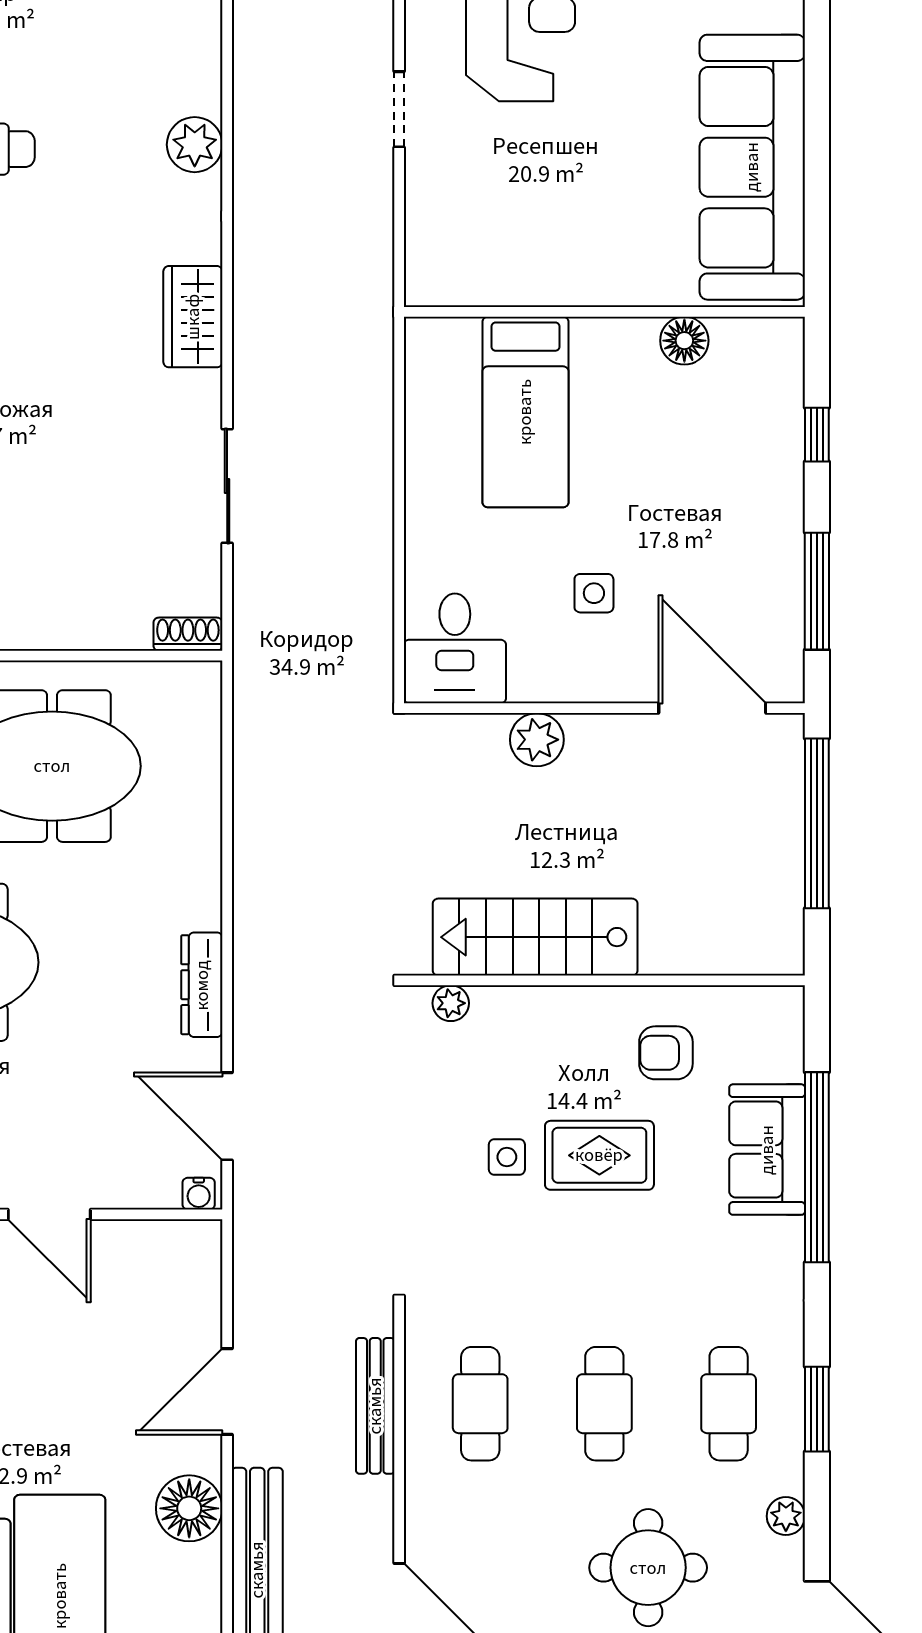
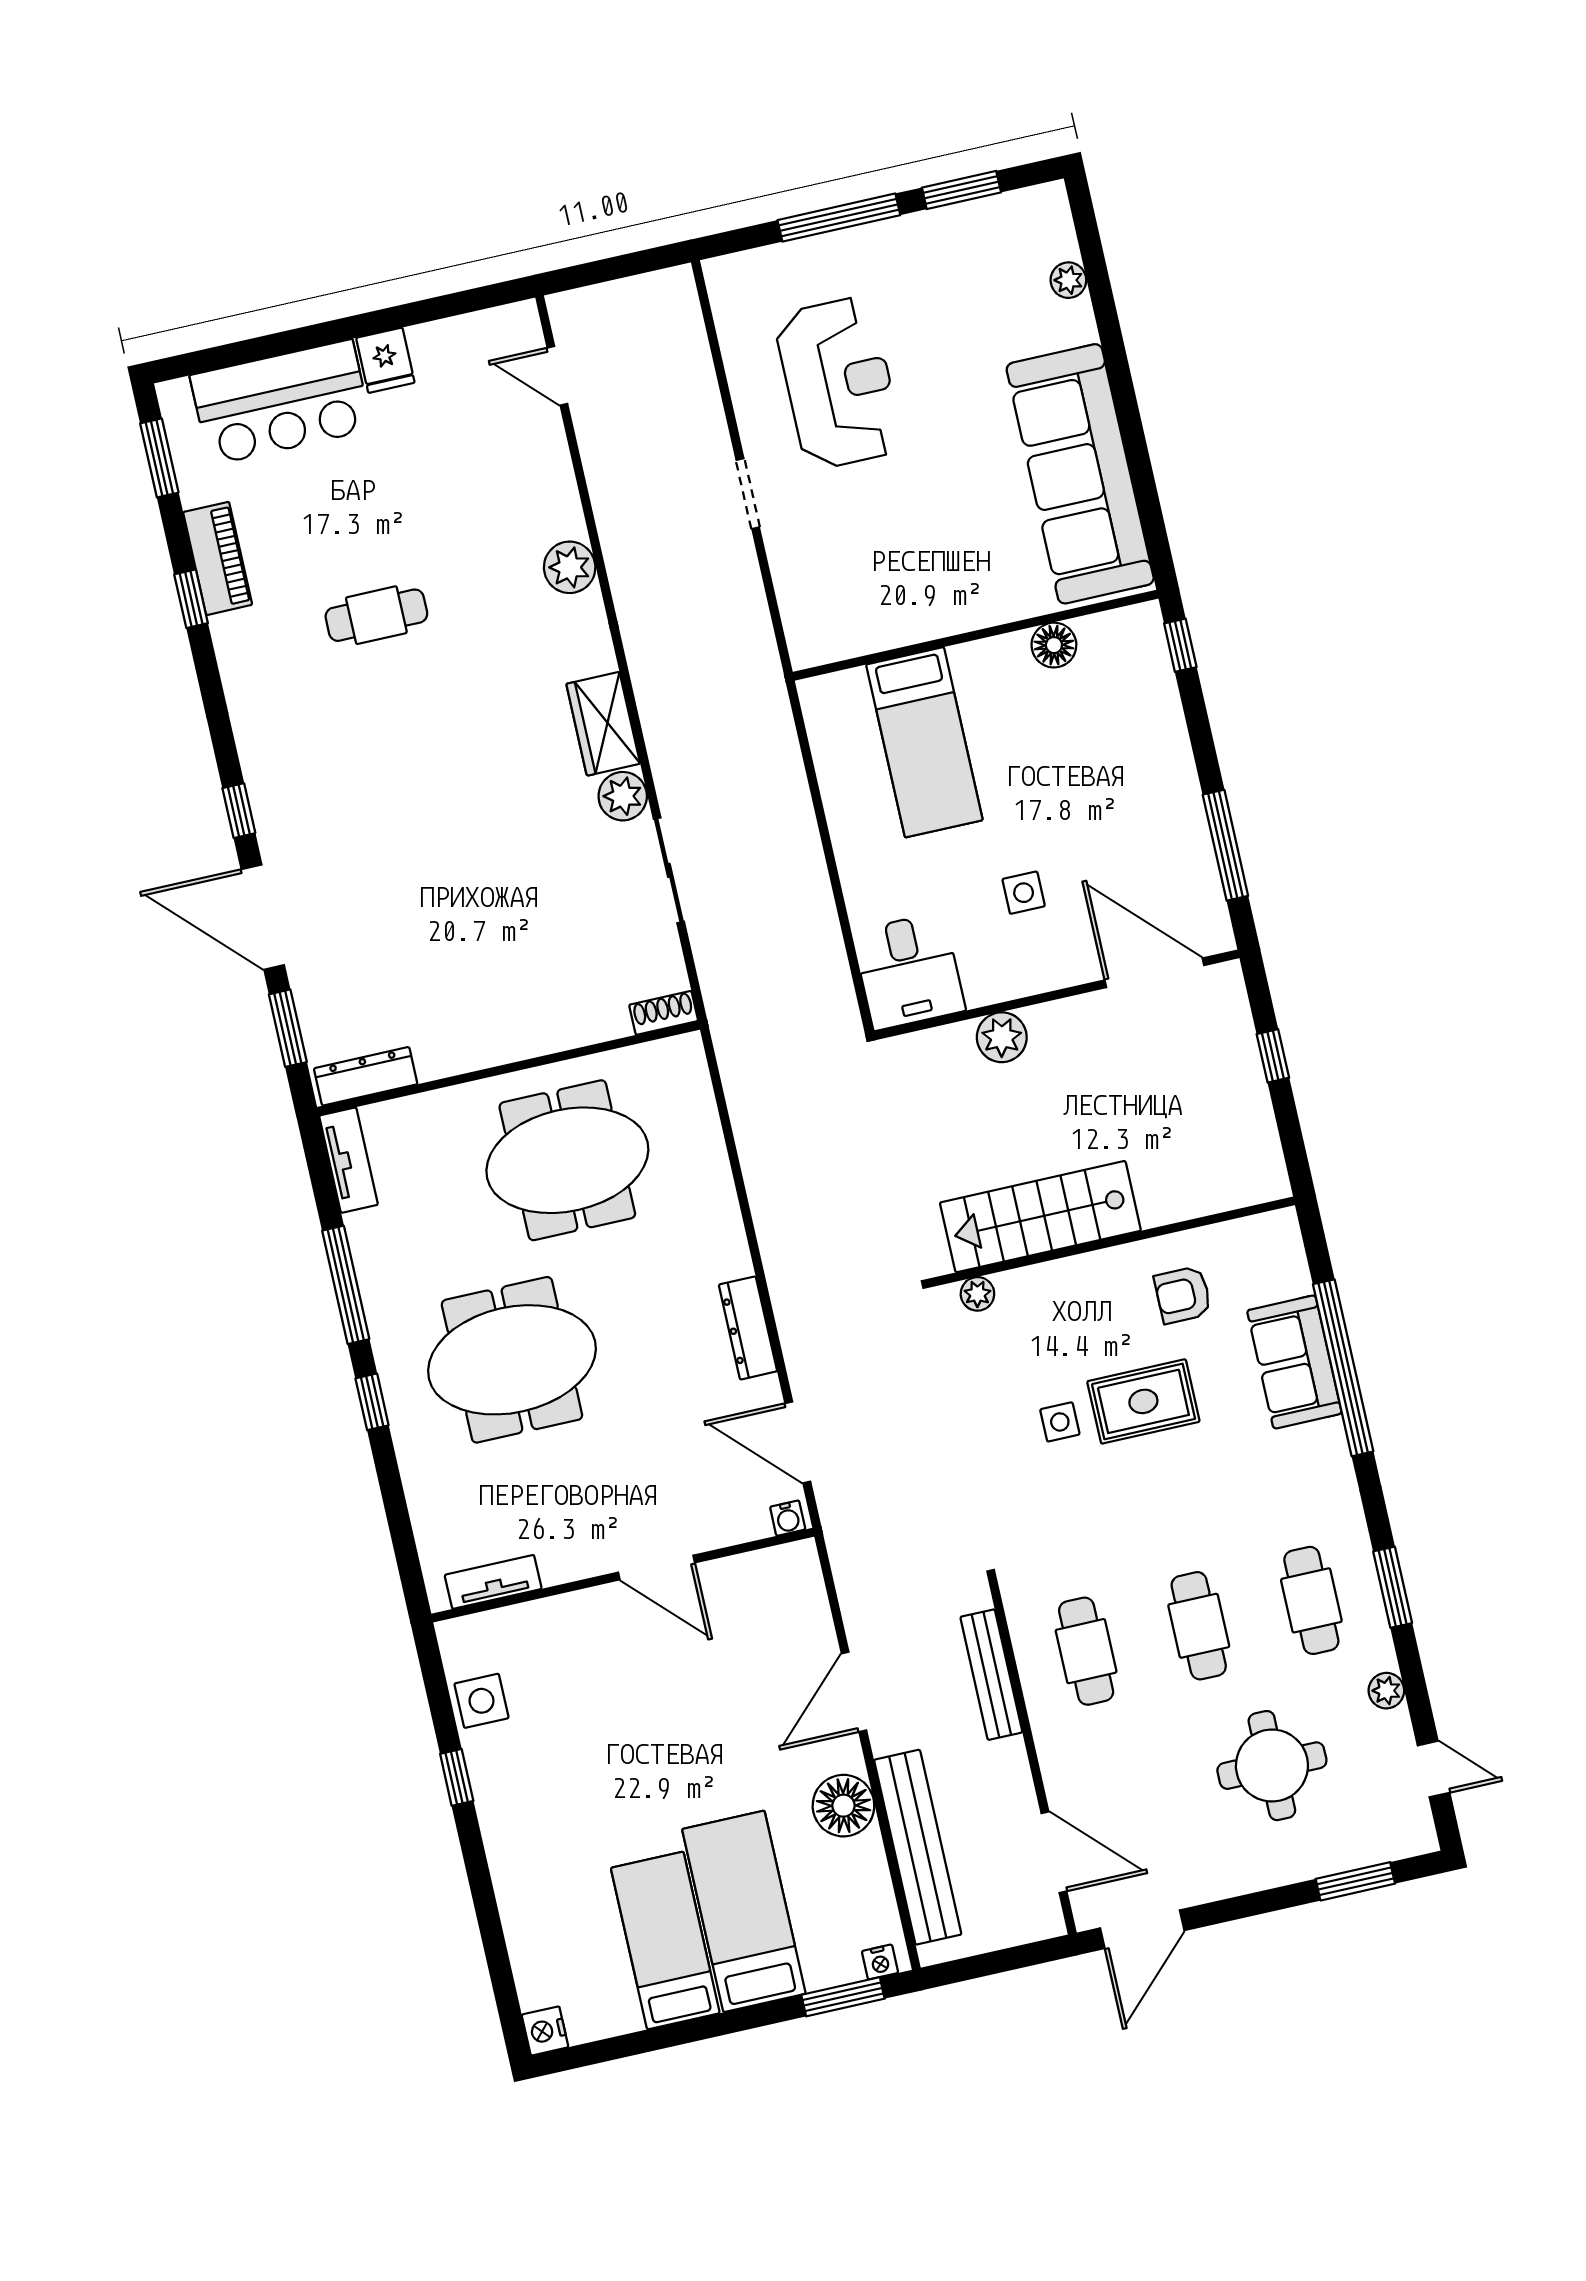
plant: (196, 397) -> (623, 796), added
window: (817, 435) -> (1180, 645), moved
window: (817, 823) -> (1273, 1056), width x0.32

